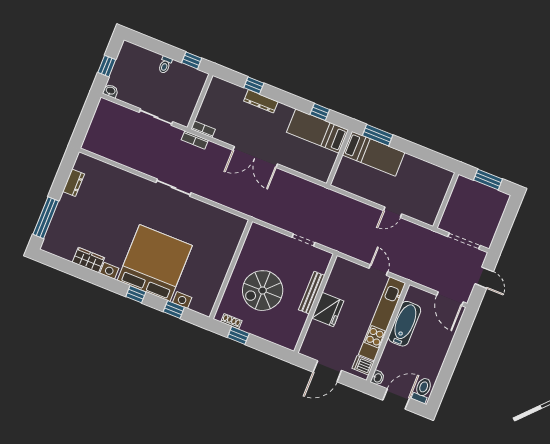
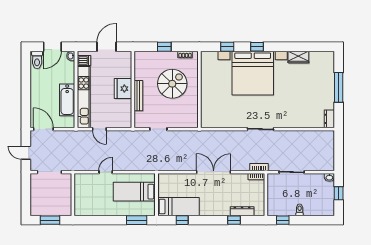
dresser: (261, 101) -> (242, 211), moved
bed: (374, 154) -> (134, 192), moved
dresser: (74, 183) -> (329, 119), moved
window: (46, 218) -> (339, 87), moved
window: (238, 335) -> (164, 47), moved

